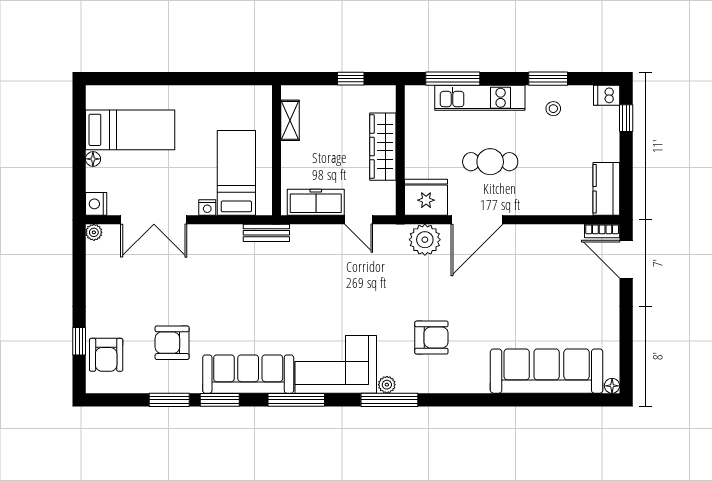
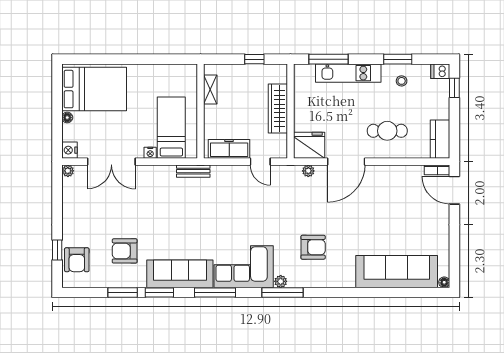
bed: (130, 130) -> (94, 89), width x1.50
cafe table: (490, 162) -> (387, 131), moved
plant: (425, 240) -> (308, 171), width x0.53, depth x0.53

